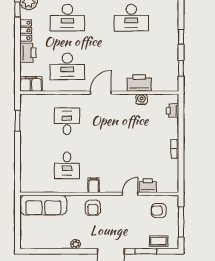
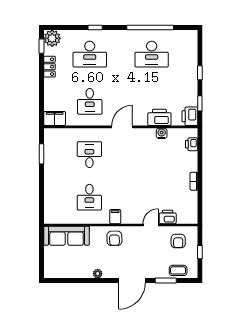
printer: (28, 53) -> (190, 116), moved, turned 180
desk: (67, 66) -> (90, 101), width x0.73
armchair: (159, 211) -> (178, 241), turned -90
window: (181, 222) -> (200, 252), width x0.46

